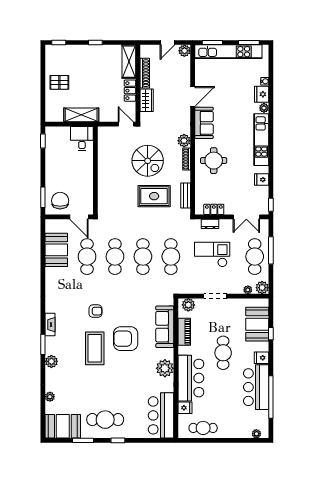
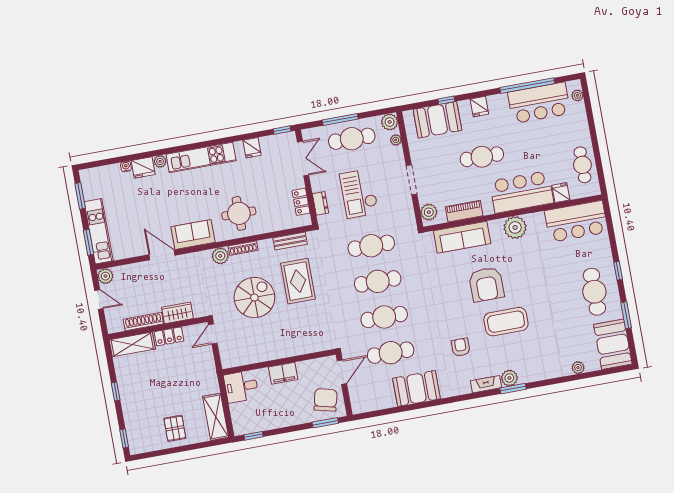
kitchen unit: (228, 52) -> (99, 231), width x0.73
shelving: (81, 115) -> (216, 417), moved
filing cabinet: (86, 172) -> (283, 373), added
chair: (60, 201) -> (326, 400), turned 104
booth: (56, 250) -> (416, 388), moved
armchair: (95, 311) -> (461, 347), moved
plant: (51, 361) -> (509, 378), moved
bar counter: (256, 387) -> (539, 103), moved

